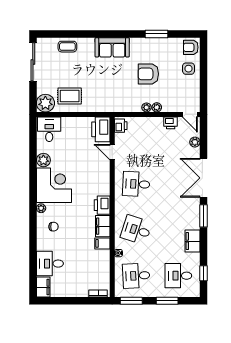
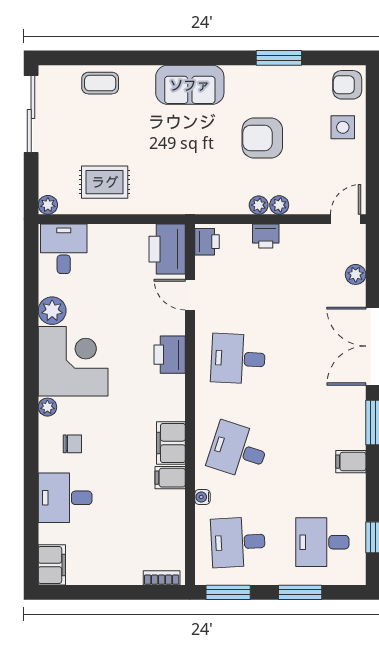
plant: (45, 103) -> (48, 205), width x0.53, depth x0.53
door: (190, 114) -> (346, 219), swing flipped
printer: (171, 123) -> (266, 236), moved
printer: (102, 205) -> (170, 355), moved
filing cabinet: (192, 241) -> (351, 462), width x0.50
desk: (50, 264) -> (65, 498), moved

